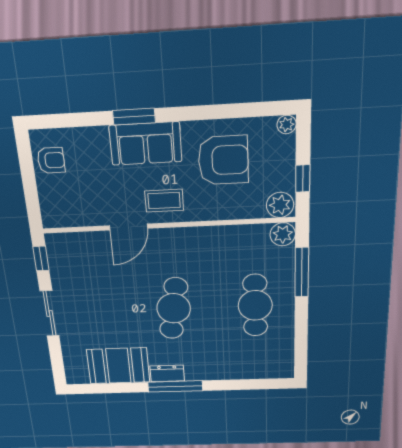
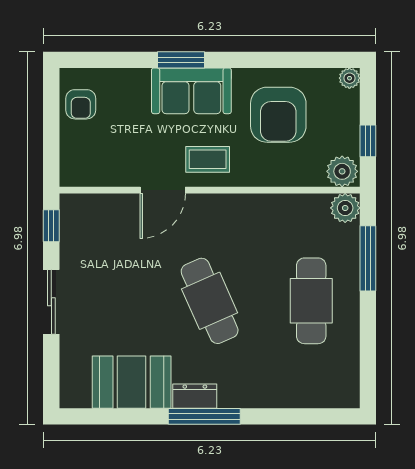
armchair: (51, 160) -> (81, 104), turned 90
armchair: (223, 160) -> (278, 115), turned 90
cafe table: (174, 308) -> (210, 301), turned -33

